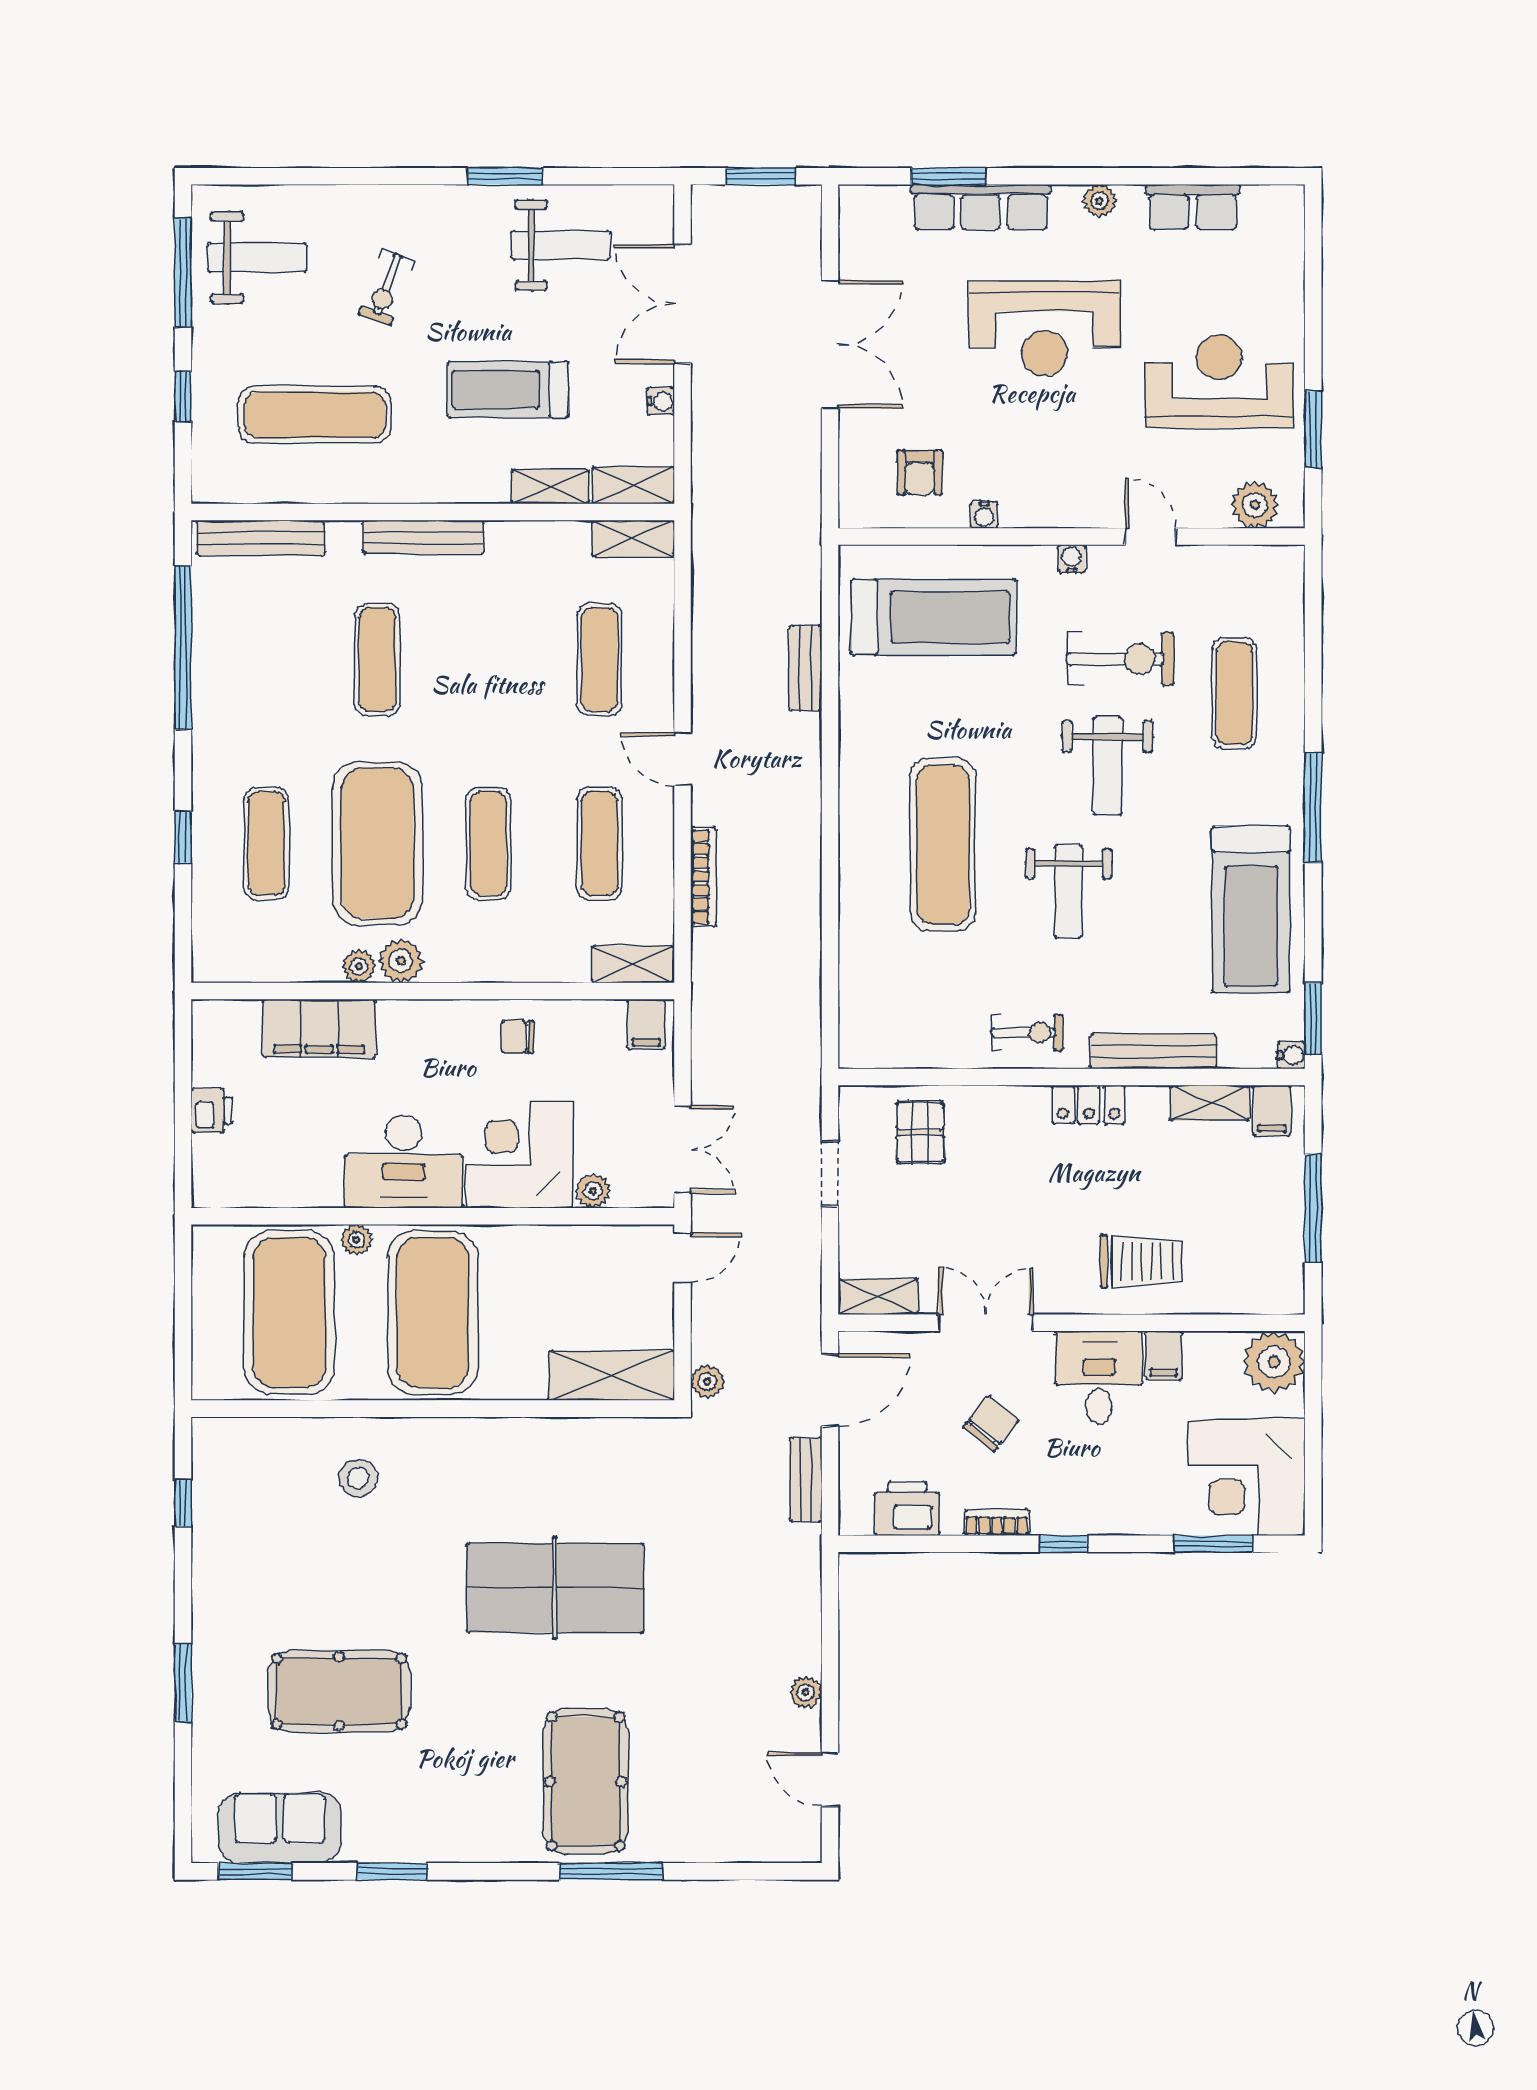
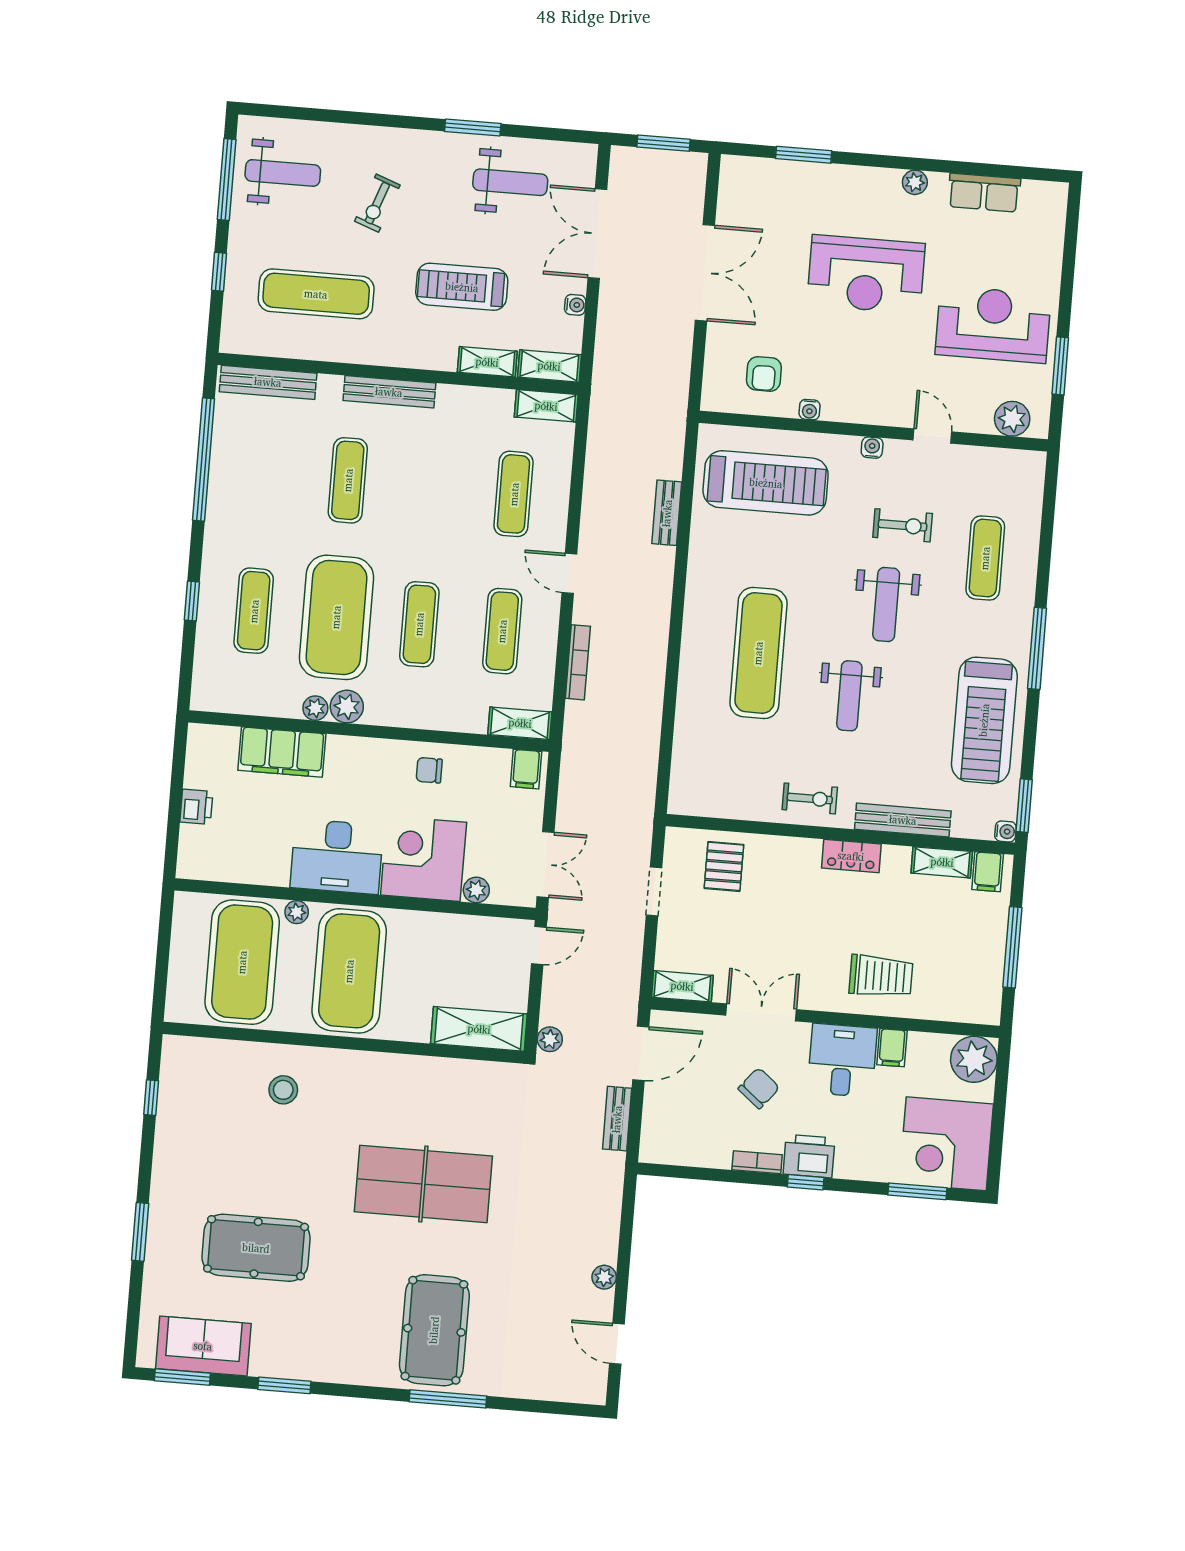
row of seats: (981, 207) -> (826, 180), removed
exercise bike: (1121, 659) -> (903, 525), width x0.73, depth x0.72
printer: (907, 1509) -> (809, 1156), moved

